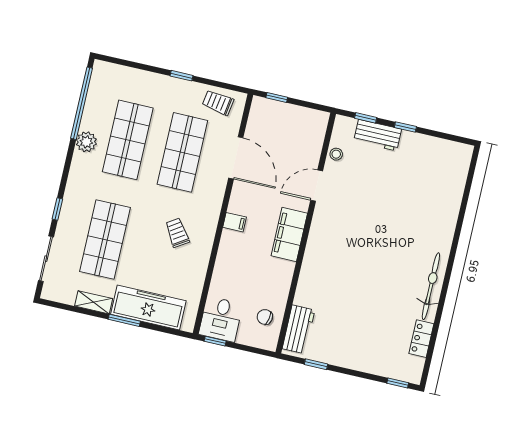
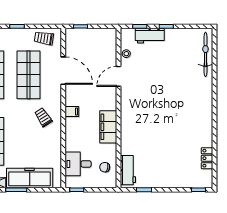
trolley: (177, 233) -> (43, 117), moved
filing cabinet: (289, 234) -> (108, 127), moved
bicycle: (431, 286) -> (205, 54), moved
desk: (221, 319) -> (78, 164), moved, turned 90

